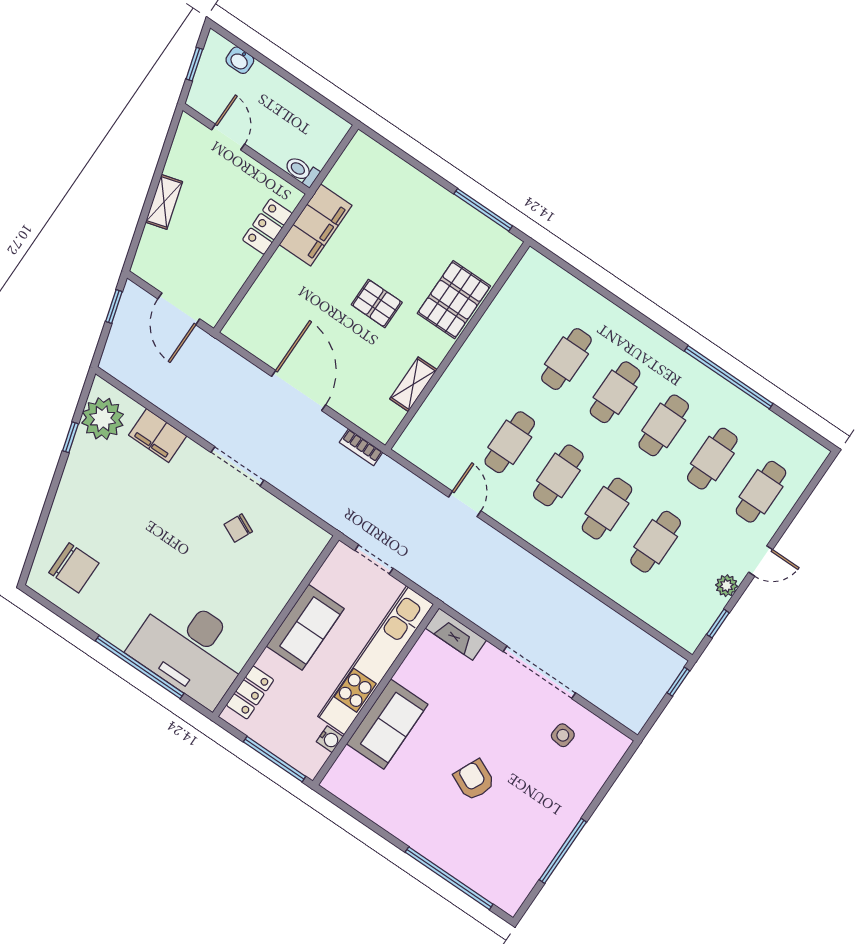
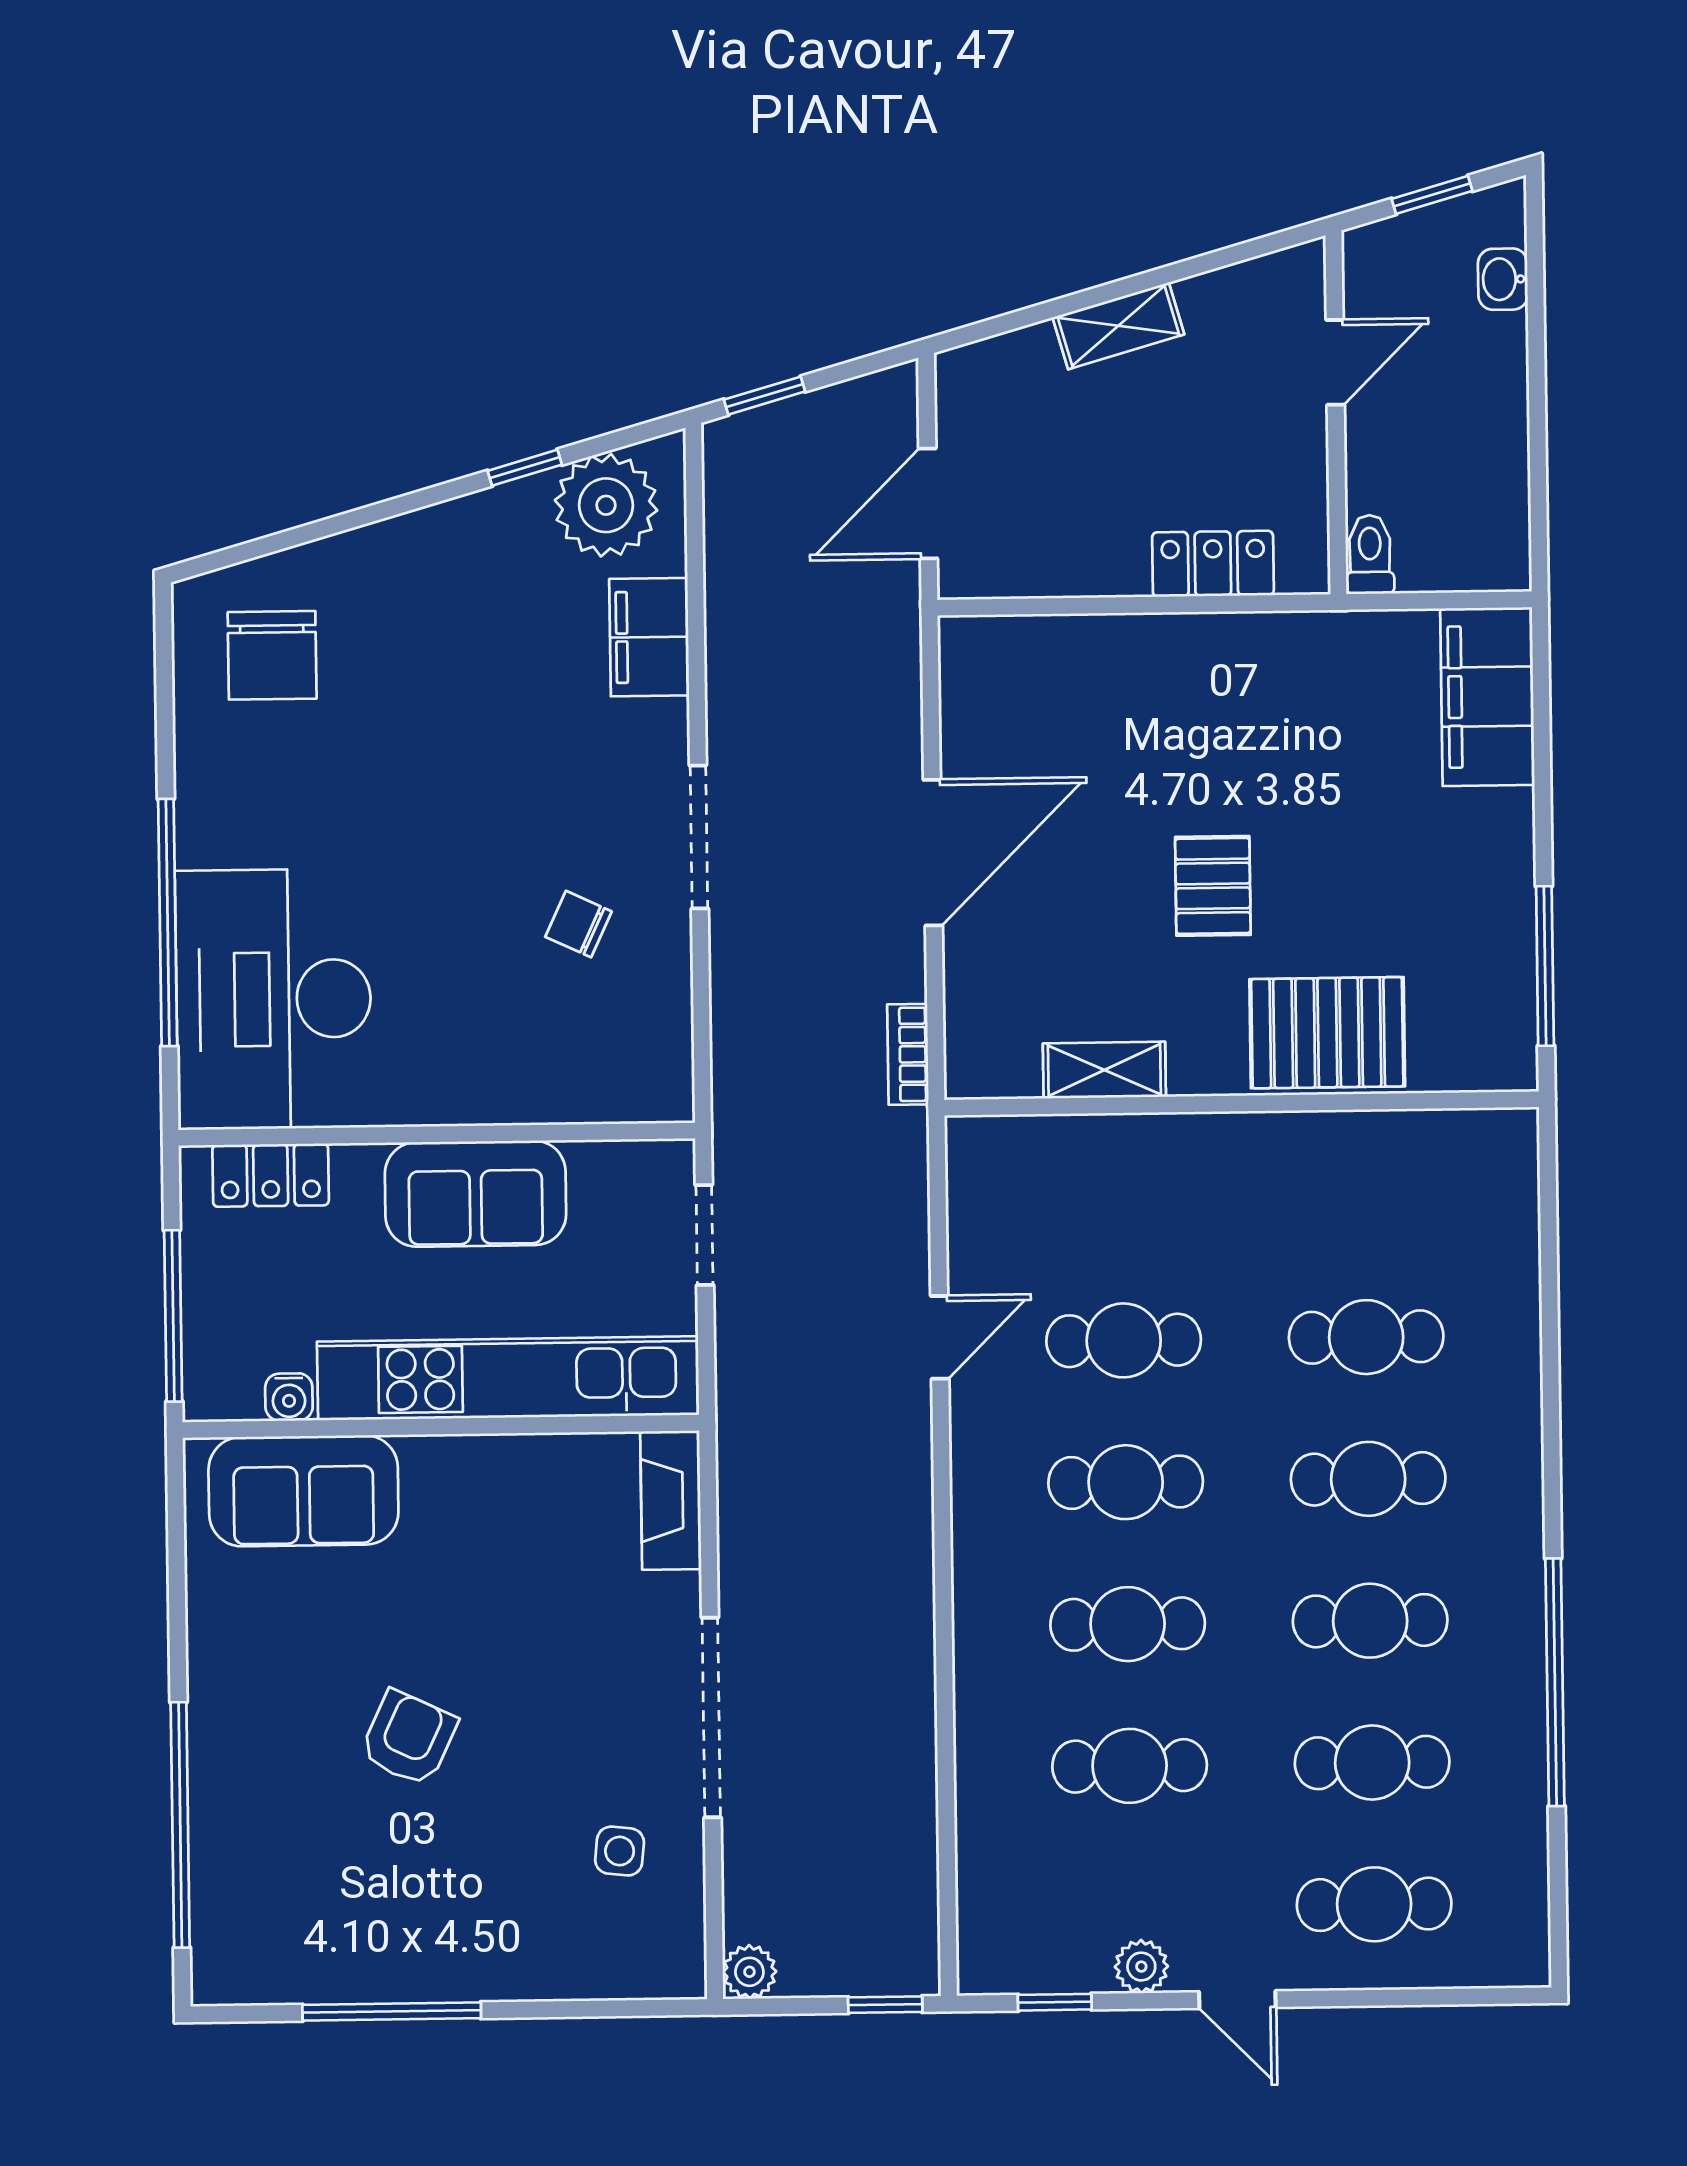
filing cabinet: (316, 225) -> (1487, 697), moved, turned 90
window: (114, 307) -> (765, 396), moved
plant: (635, 720) -> (749, 1972), added
sofa: (387, 724) -> (303, 1491), moved

